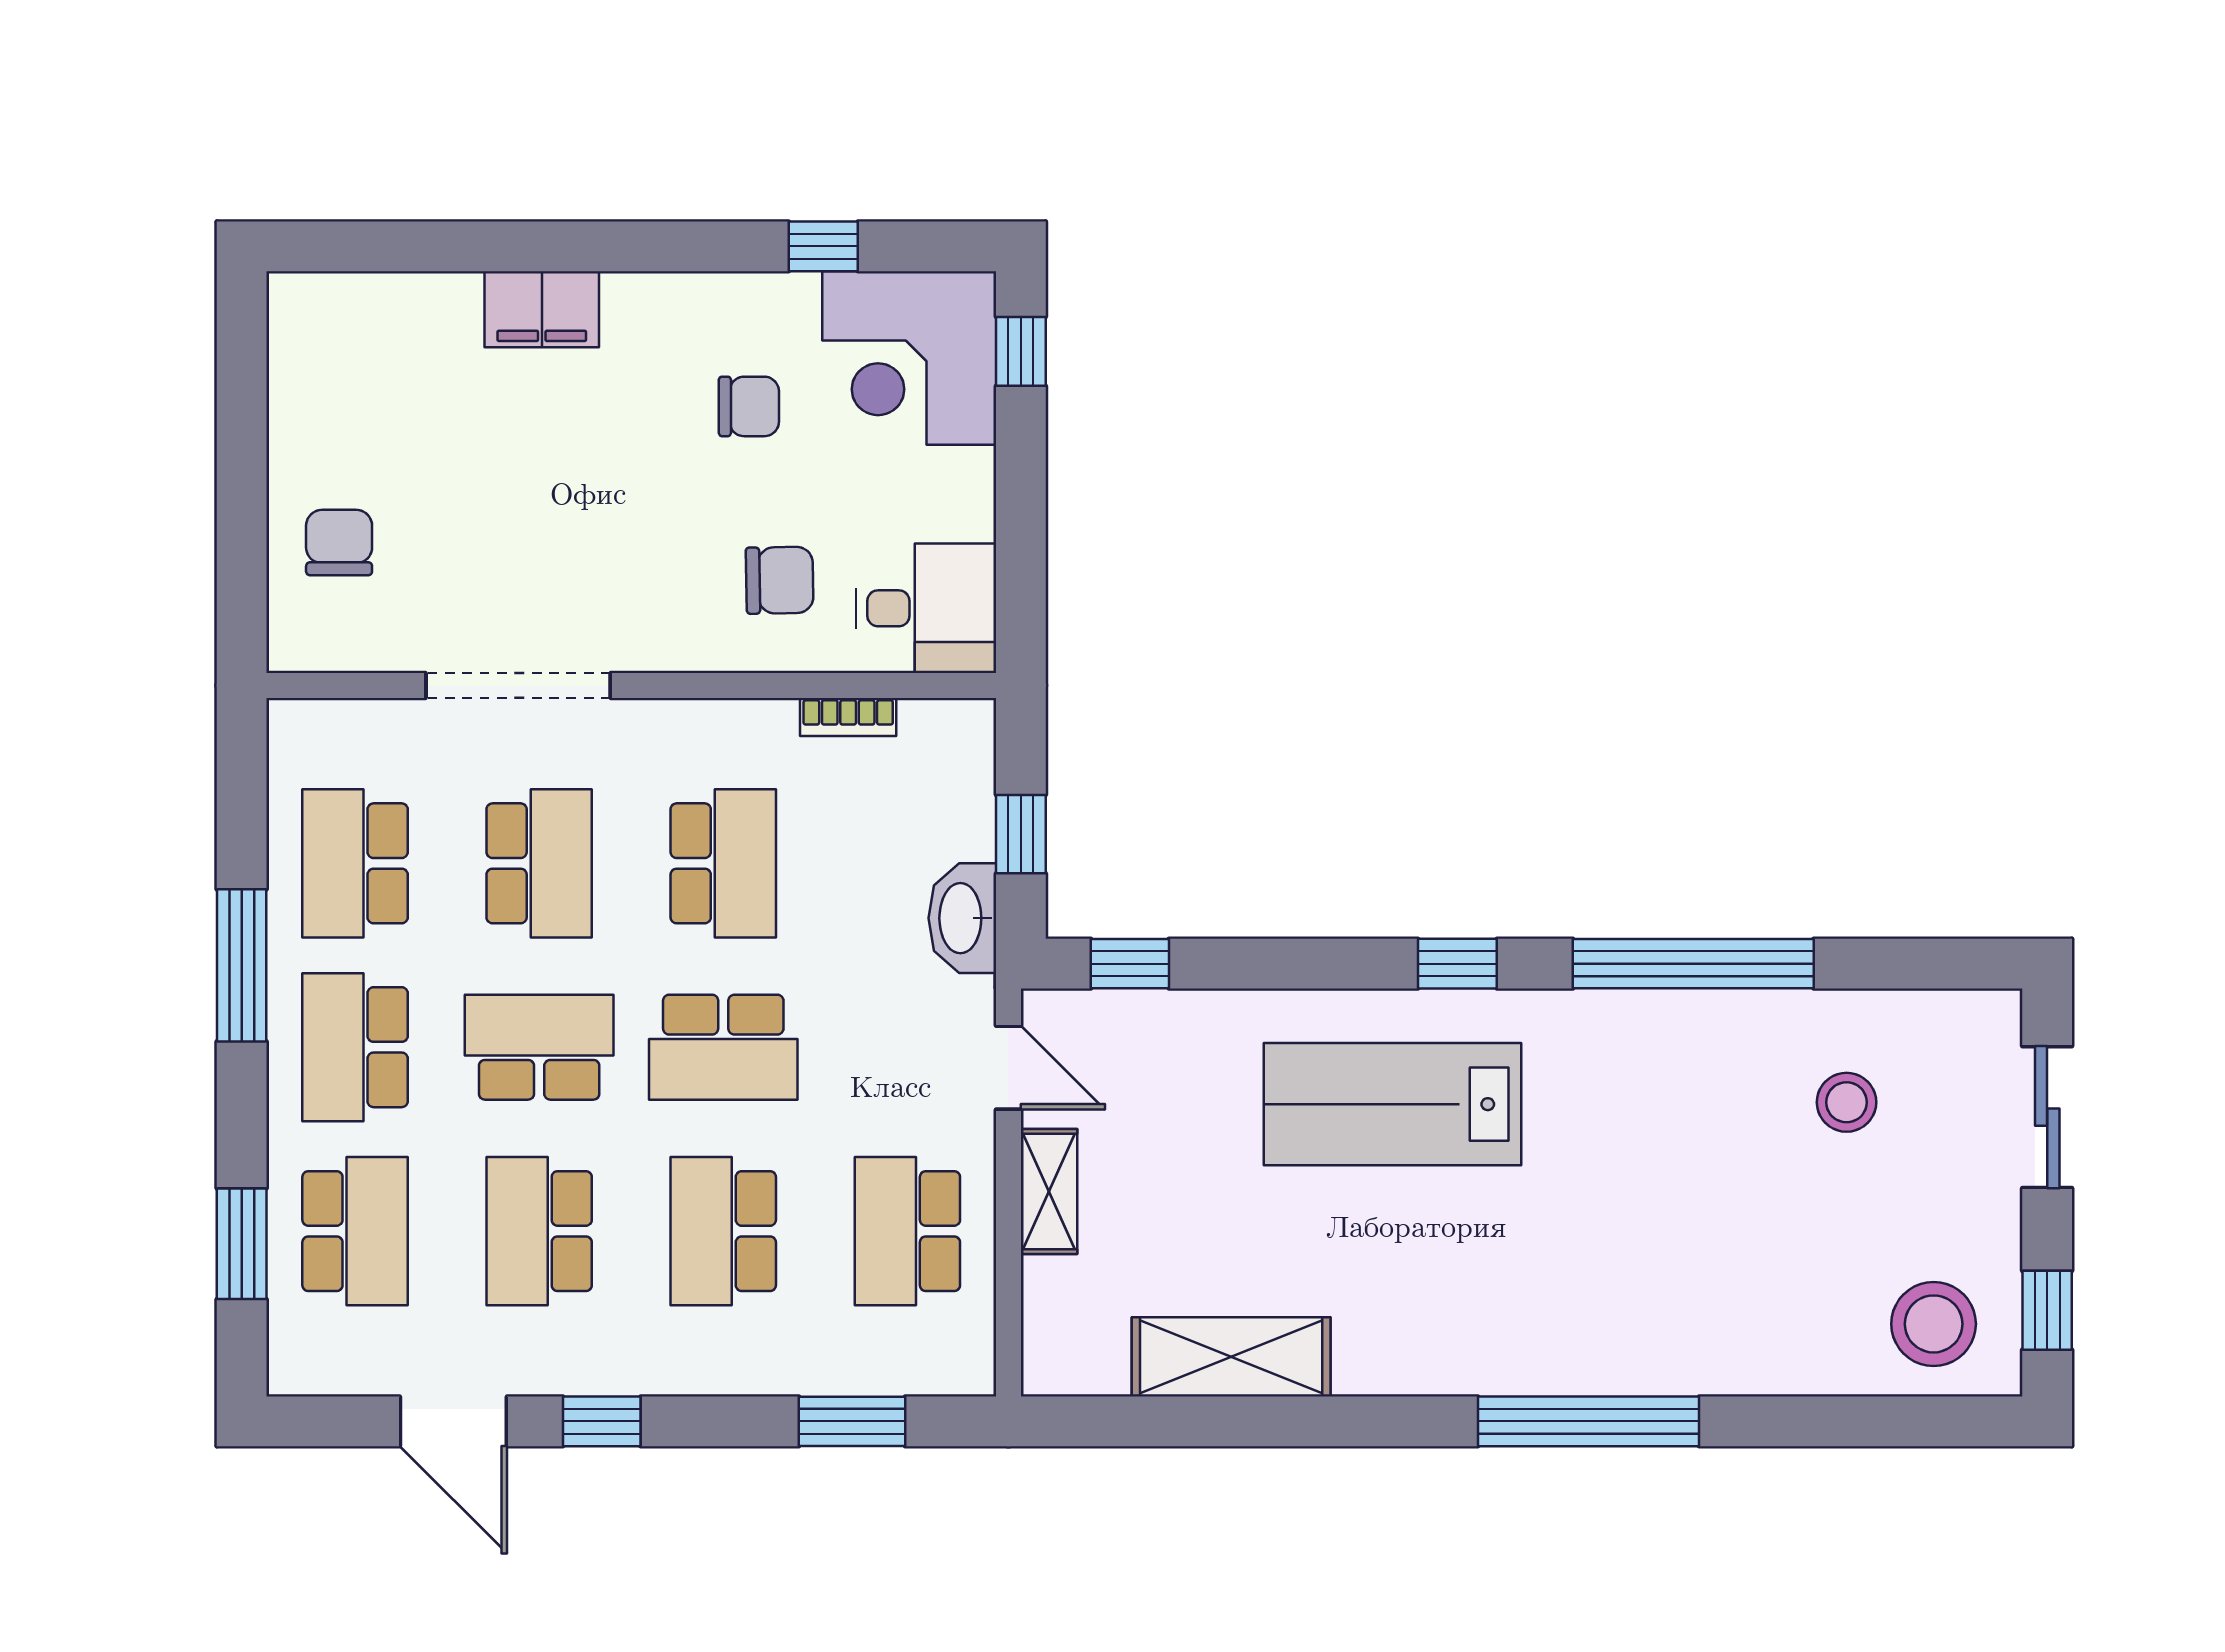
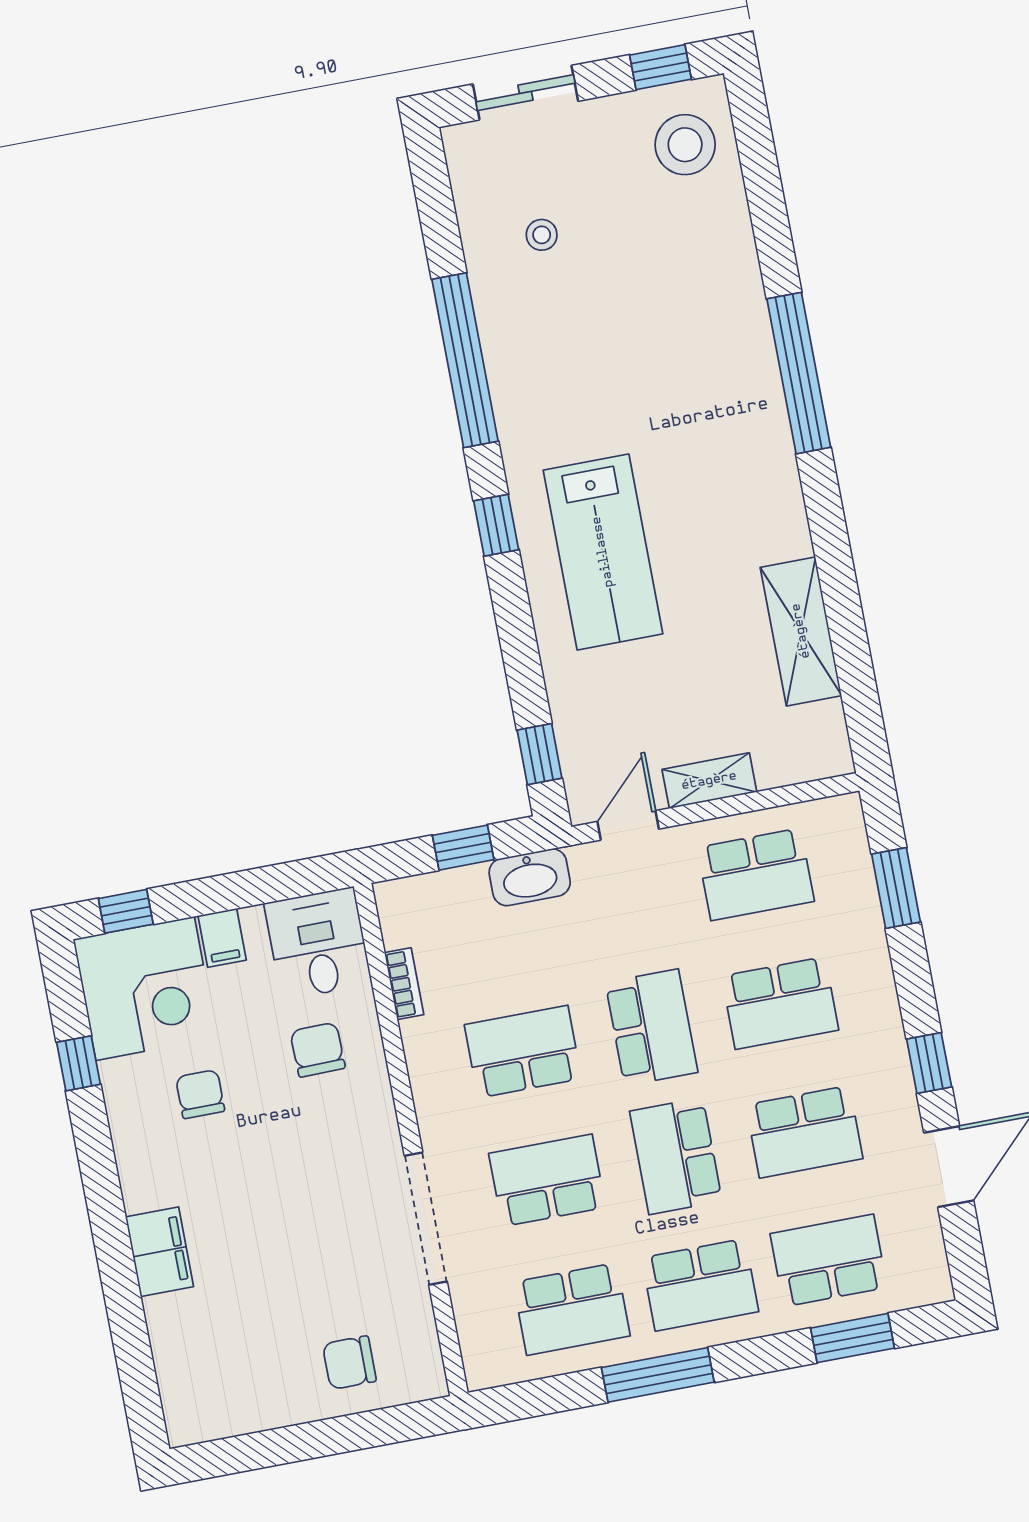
filing cabinet: (959, 478) -> (222, 938), added
stool: (1847, 1102) -> (542, 235), width x0.73, depth x0.73

